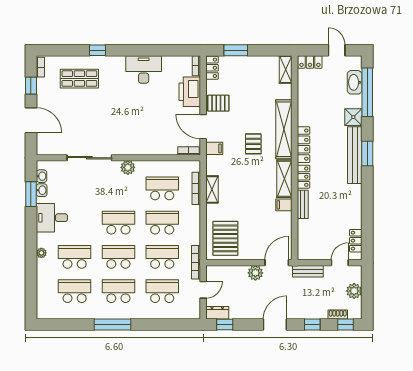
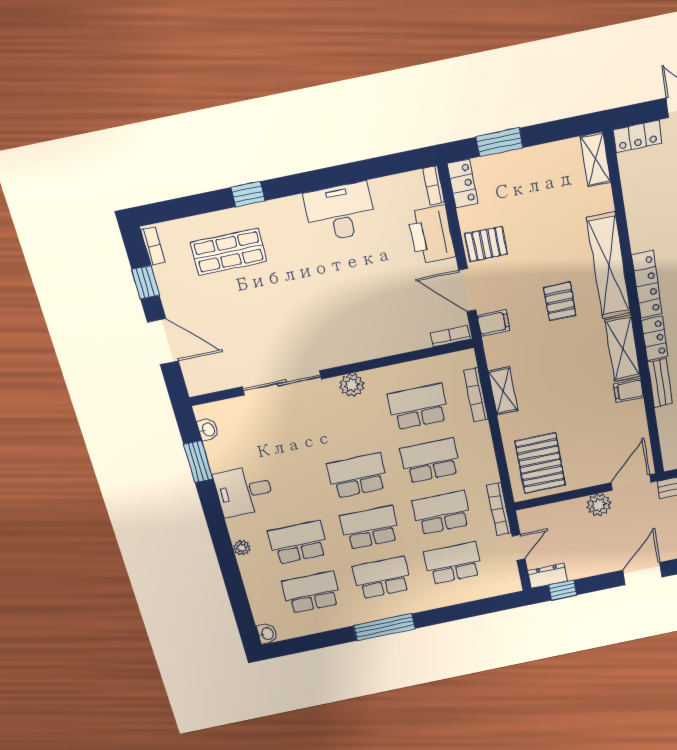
washbasin: (42, 190) -> (267, 634), moved

